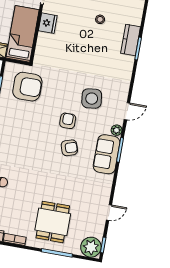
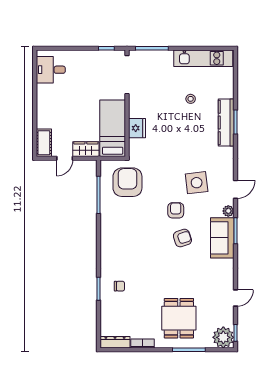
fridge: (48, 23) -> (137, 128), moved
kitchen counter: (131, 40) -> (226, 122), width x1.50
armchair: (27, 87) -> (127, 182), turned -90

